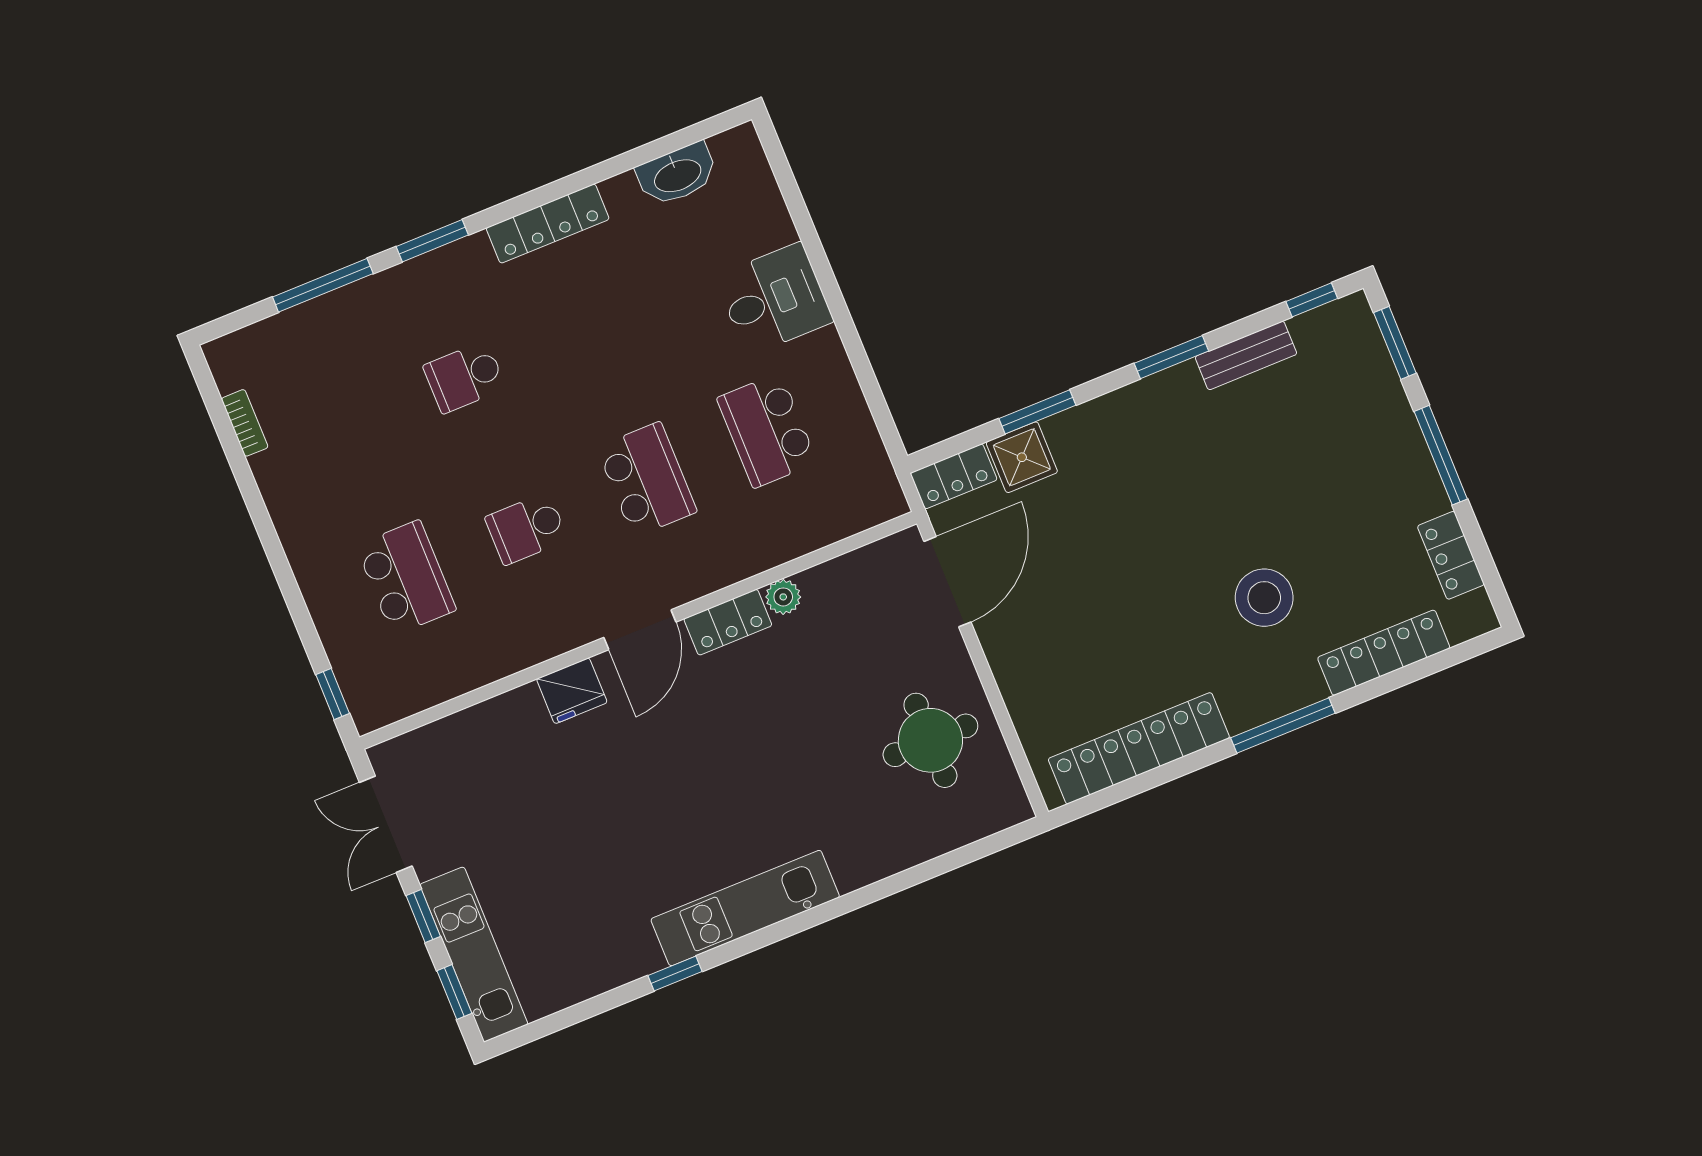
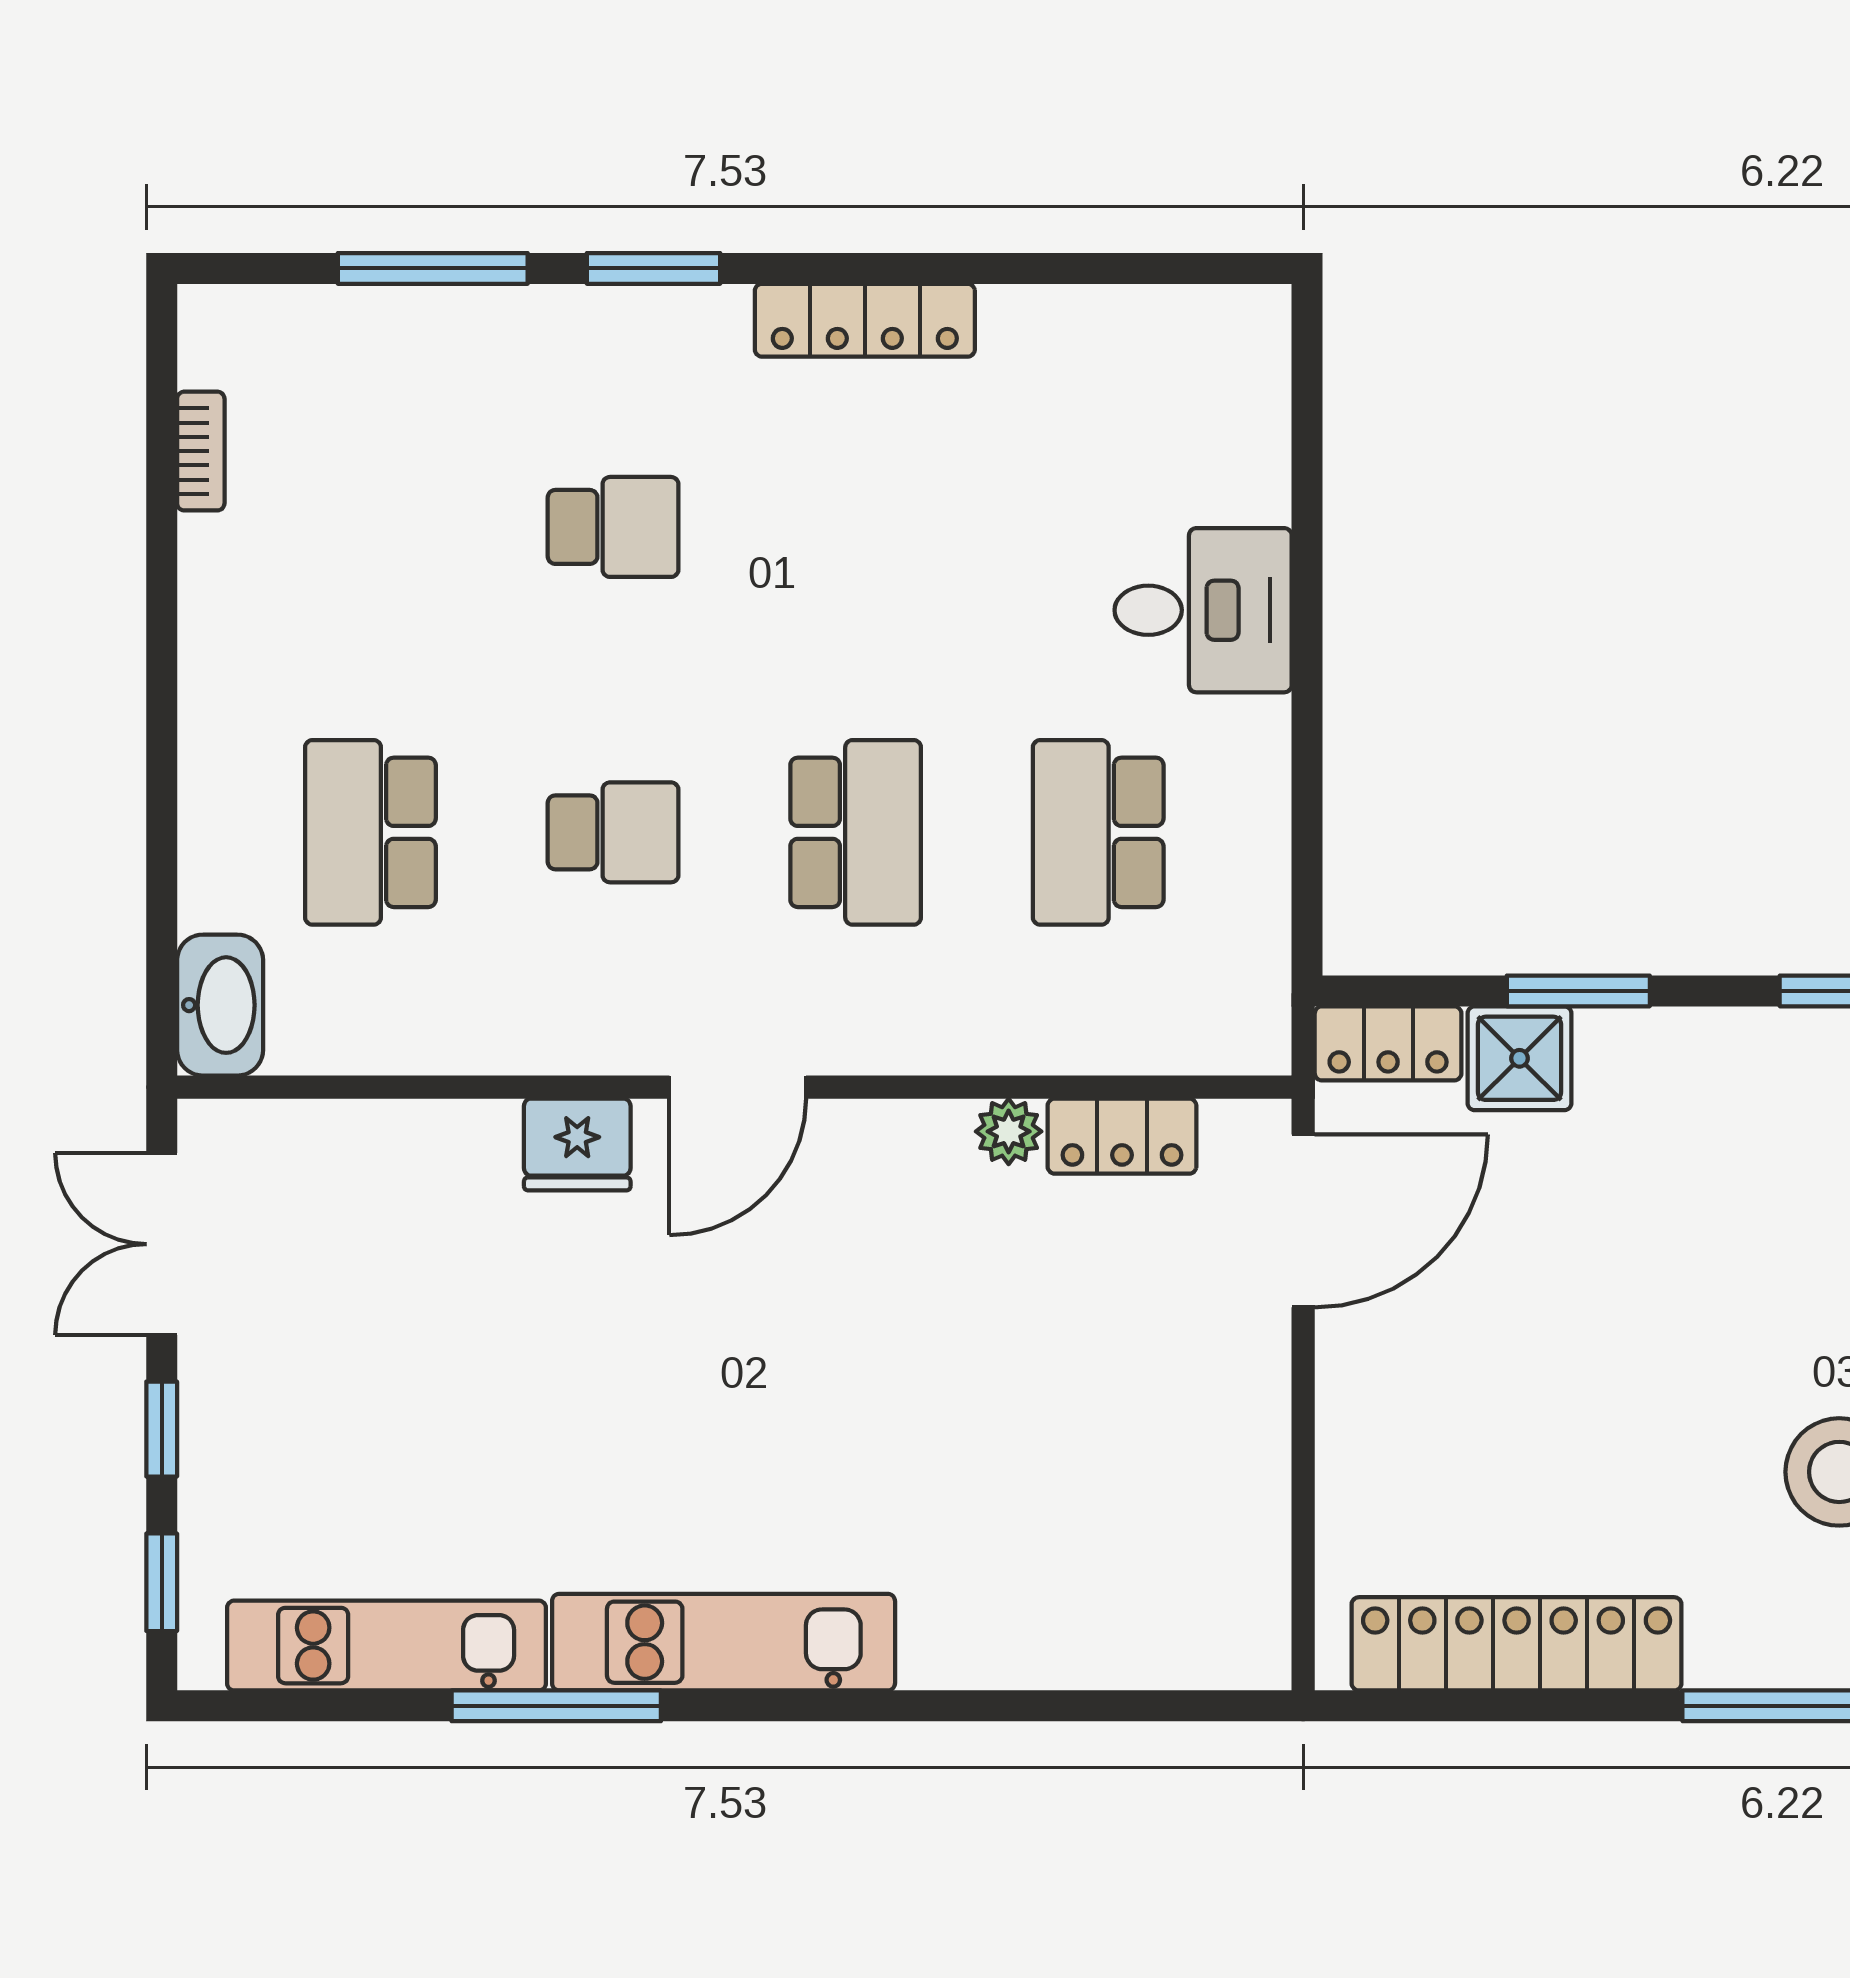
washbasin: (677, 175) -> (220, 1005), moved, turned -90
school desk: (465, 377) -> (613, 527), turned 180
school desk: (526, 529) -> (613, 832), turned 180
school desk: (406, 578) -> (370, 832), turned 180
locker: (728, 622) -> (1122, 1136), moved
window: (333, 694) -> (162, 982), removed
round table: (930, 740) -> (1162, 1483), removed
kitchen unit: (474, 954) -> (386, 1646), moved, turned -90
window: (675, 973) -> (556, 1706), width x2.17

